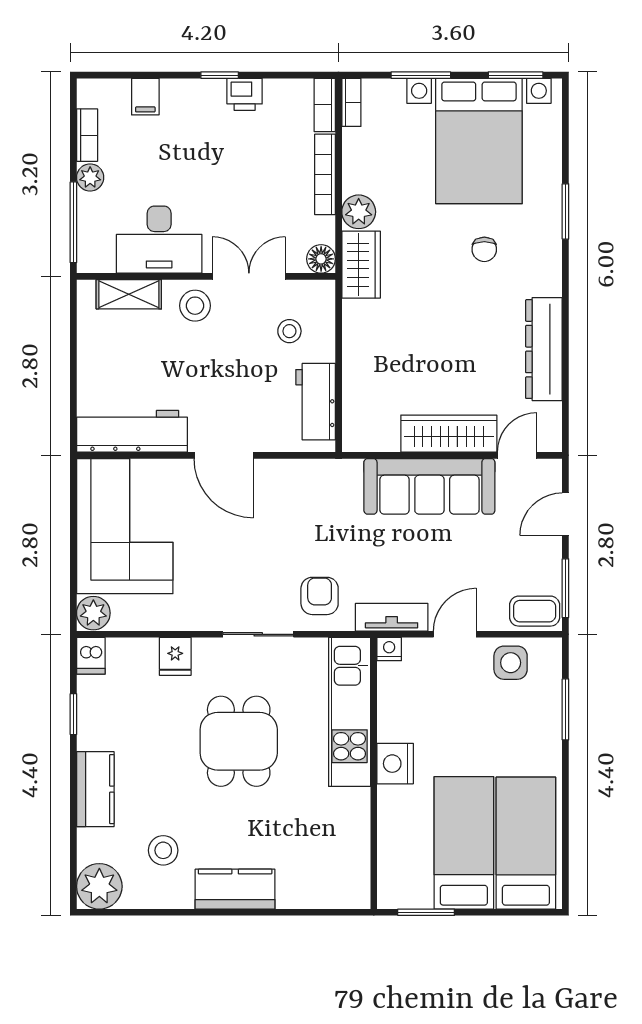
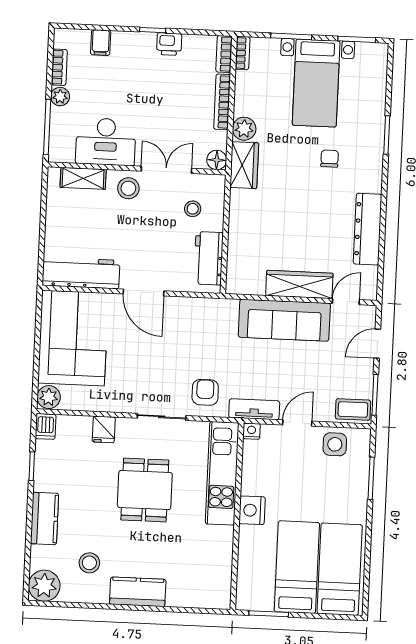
bed with nightstands: (479, 141) -> (316, 83), width x0.73
chair: (484, 249) -> (330, 159), turned 180

